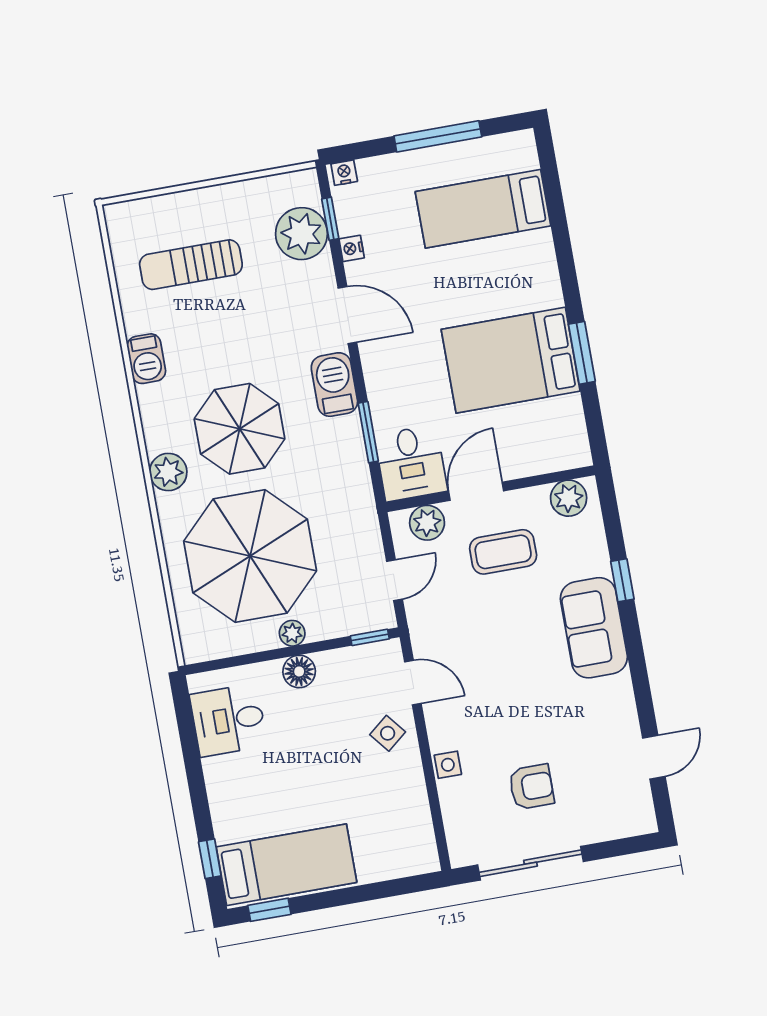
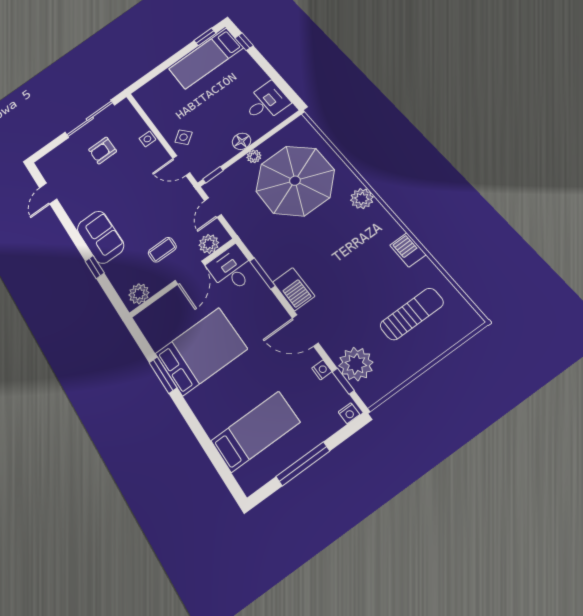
parasol: (240, 429) -> (335, 240), removed
coffee table: (503, 552) -> (162, 250), width x0.73, depth x0.77

